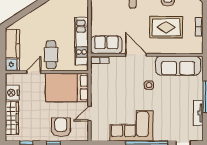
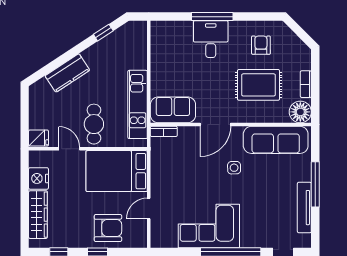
kitchen counter: (13, 44) -> (67, 73), moved, turned 57
floor lamp: (195, 46) -> (300, 112), added
door: (136, 55) -> (215, 125), swing flipped
door: (34, 72) -> (69, 149), hinge flipped
tv unit: (198, 113) -> (304, 208), width x1.41
armchair: (61, 127) -> (108, 228), turned 90

